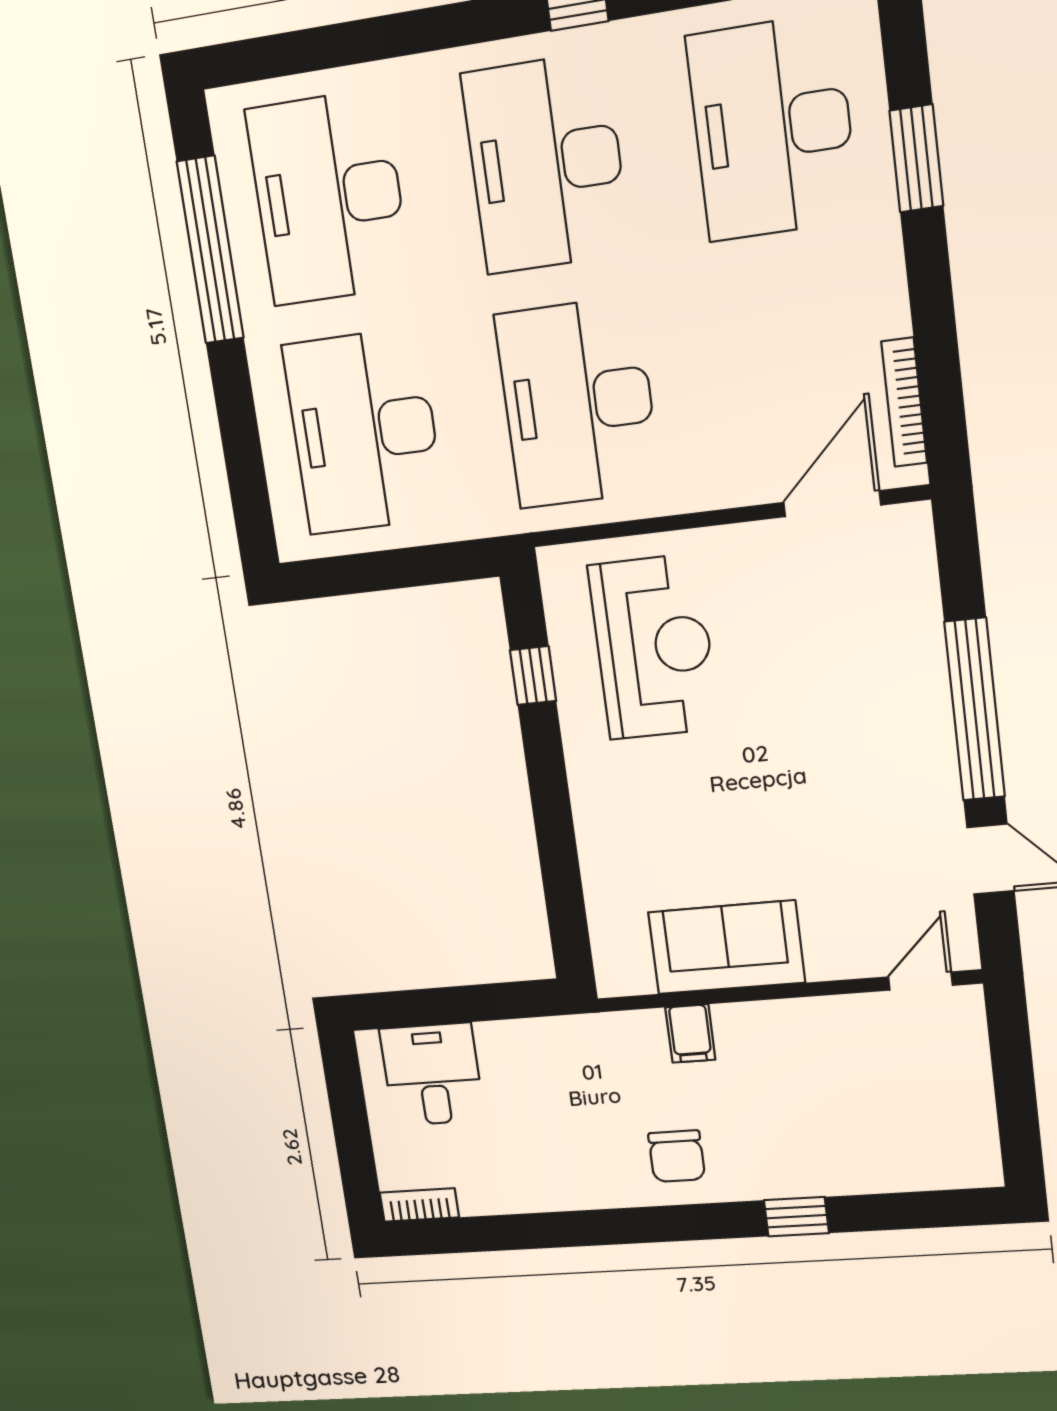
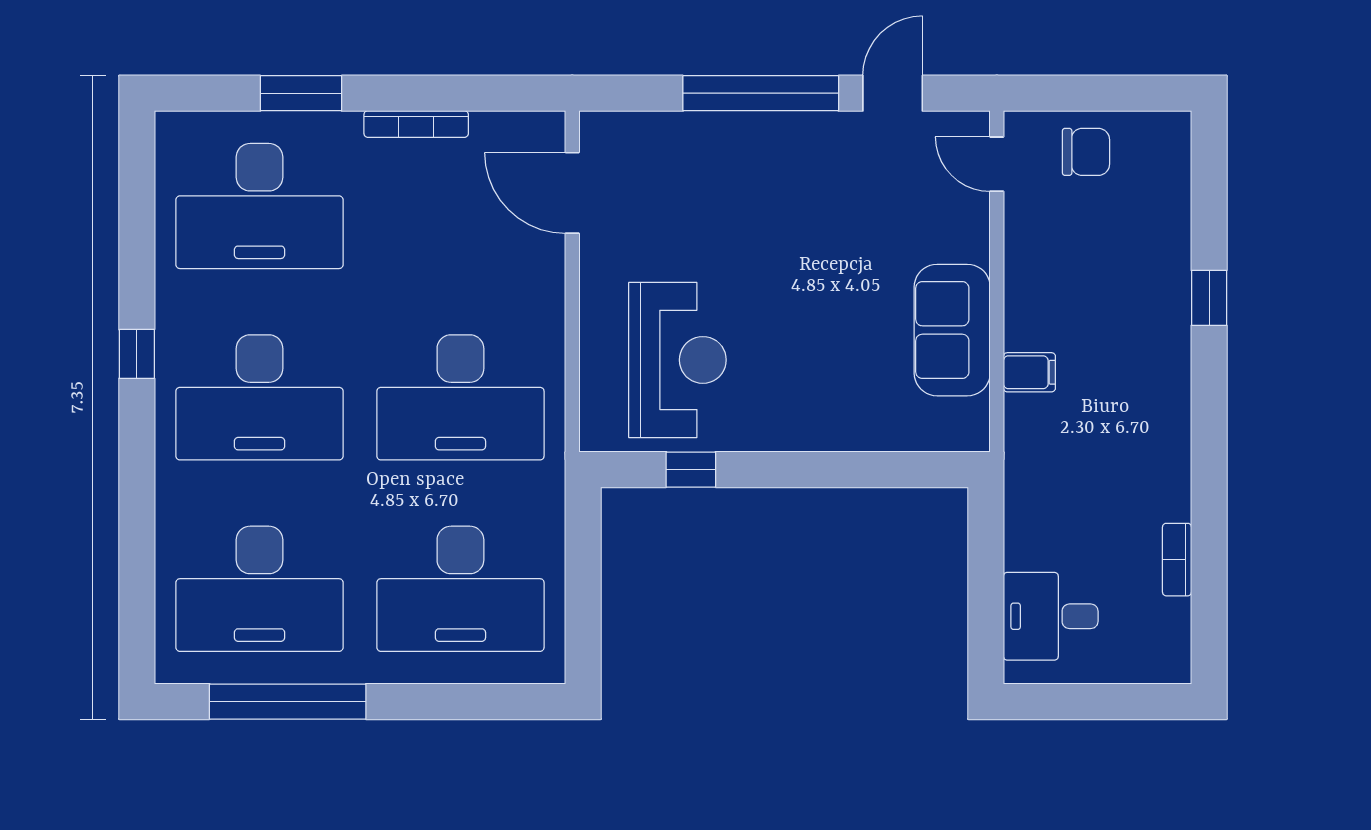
bookcase: (904, 402) -> (416, 124), moved
reception desk: (654, 647) -> (677, 360), turned 90
chair: (677, 1156) -> (1086, 152), moved
bookcase: (419, 1205) -> (1177, 560), moved

